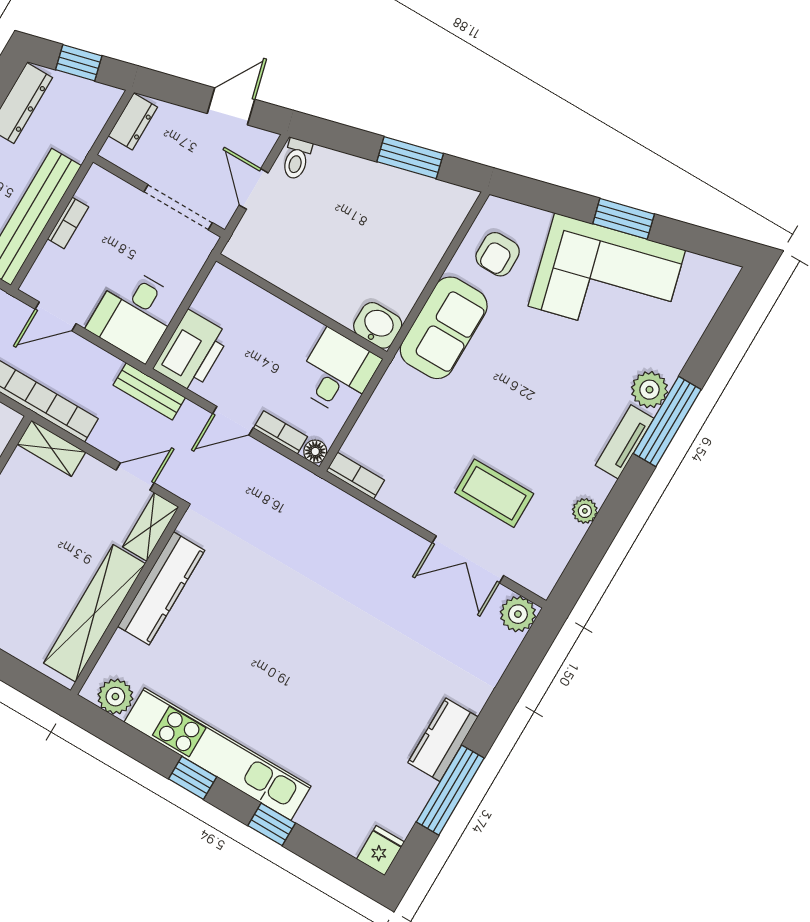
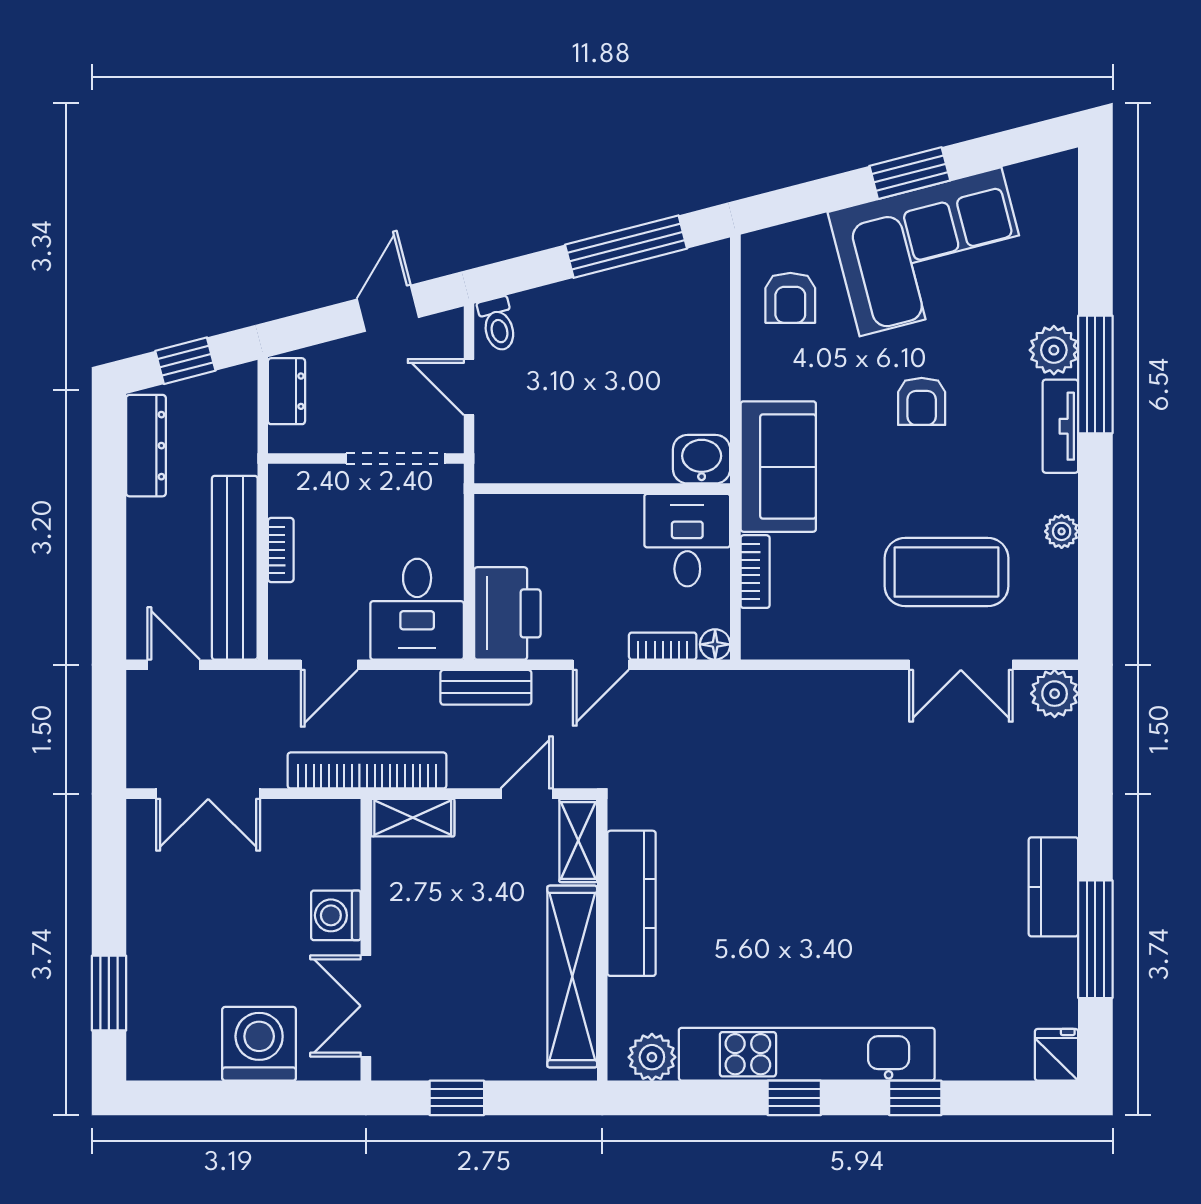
window: (410, 158) -> (626, 247), width x1.44
sofa: (444, 328) -> (778, 467), moved
armchair: (544, 372) -> (922, 401), added
bookcase: (355, 476) -> (755, 572), moved, turned 90
coffee table: (494, 493) -> (946, 572), width x1.36, depth x1.32

